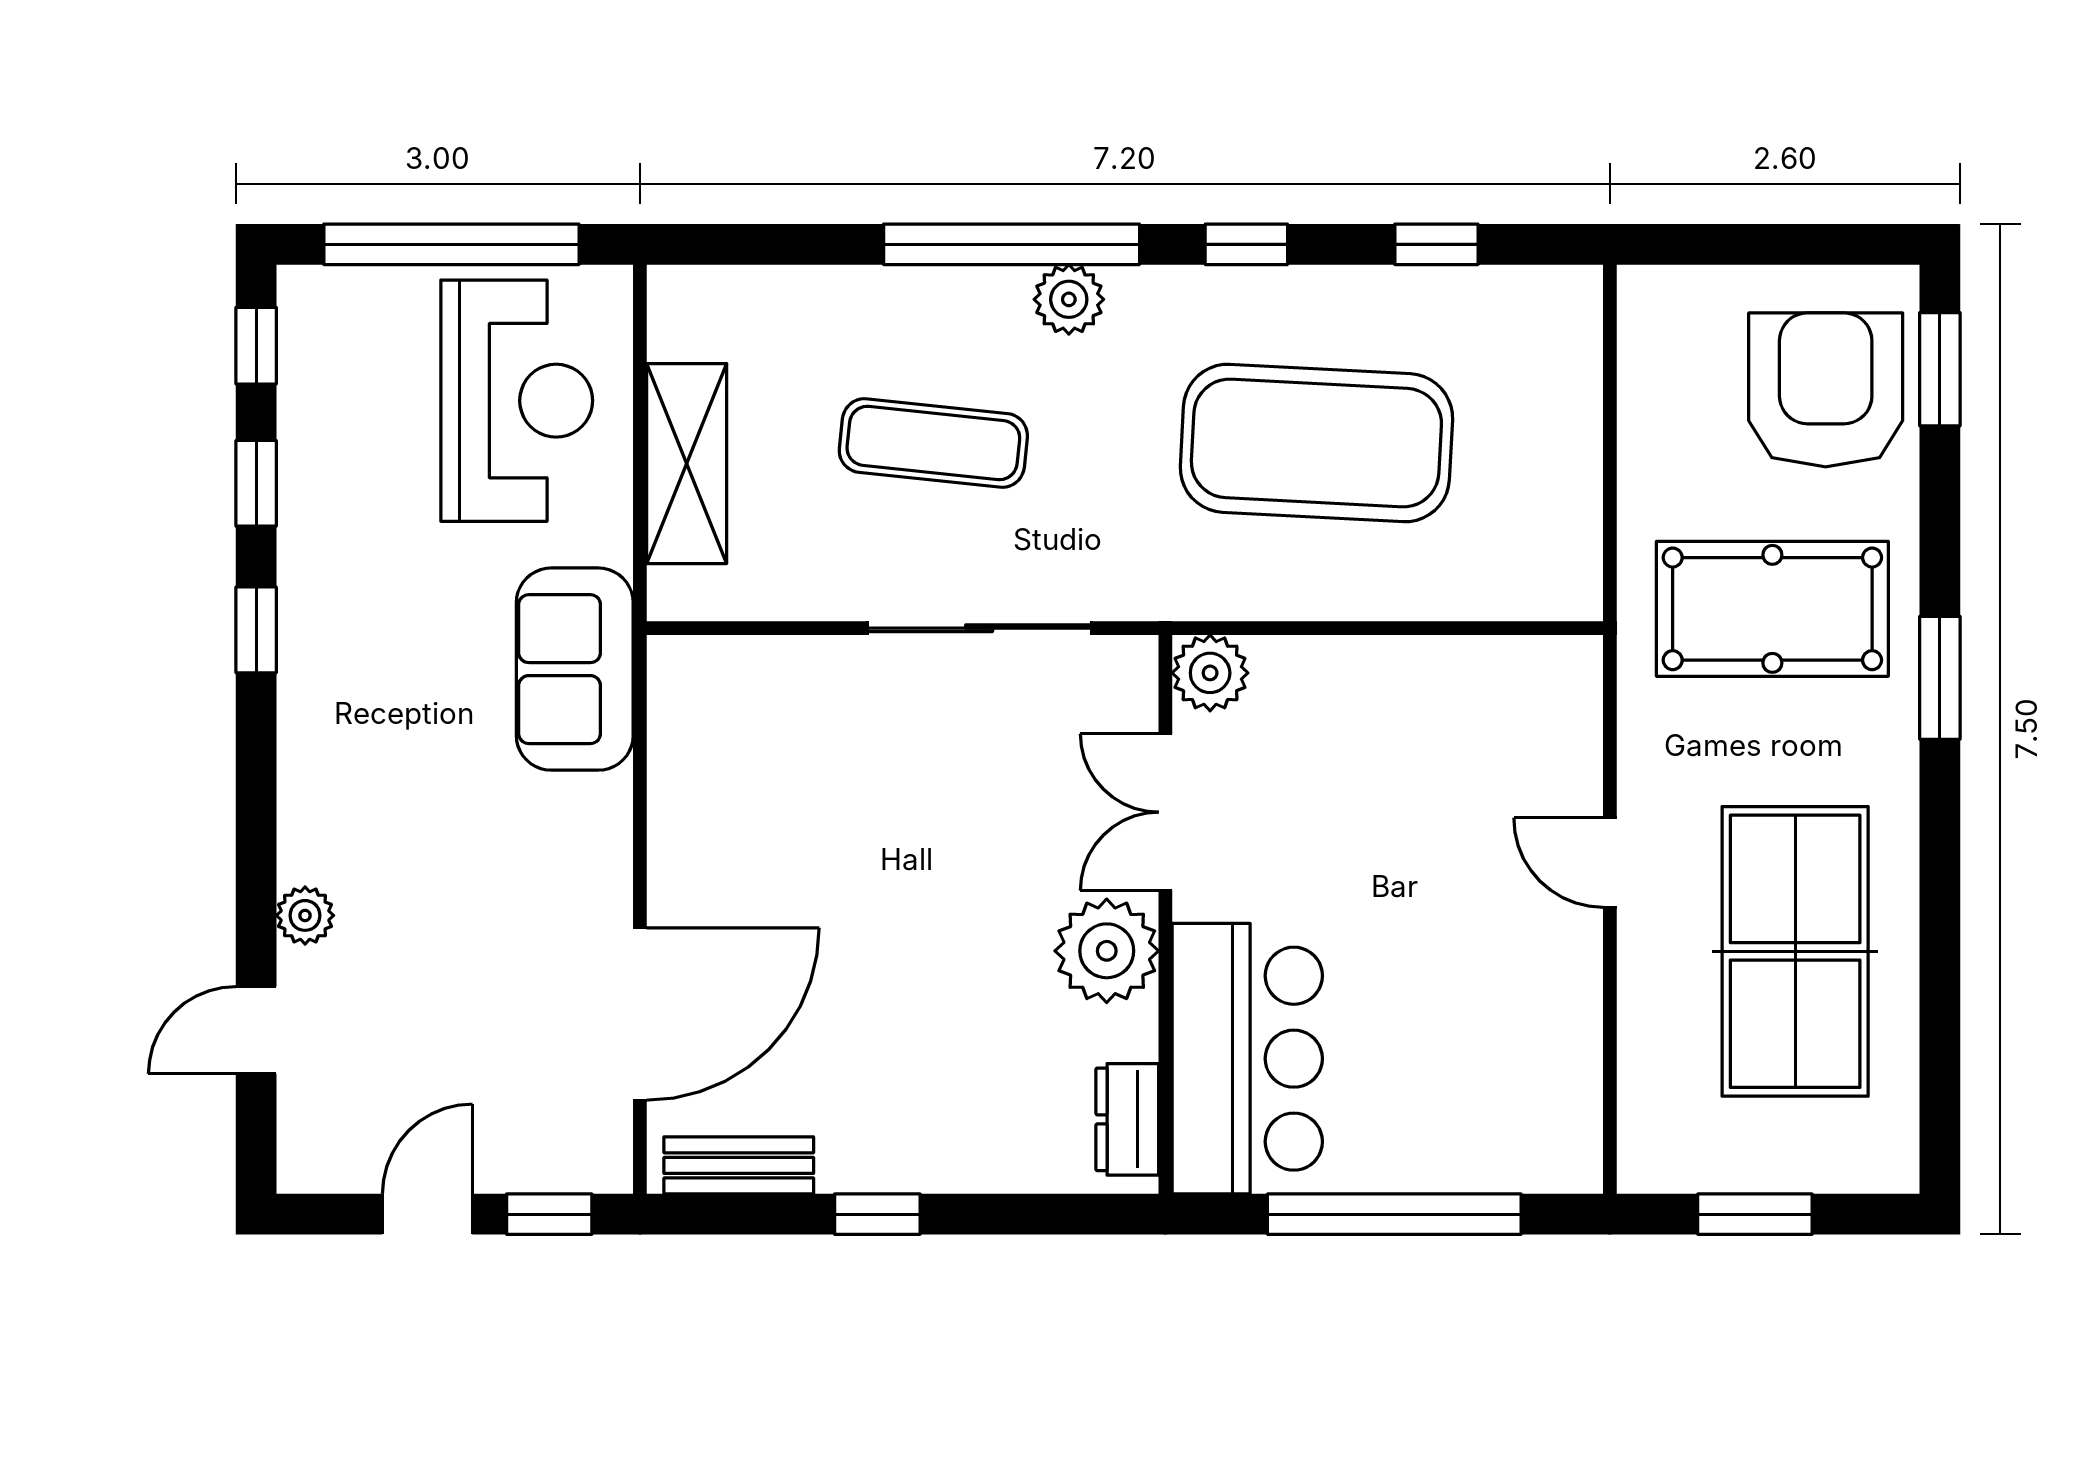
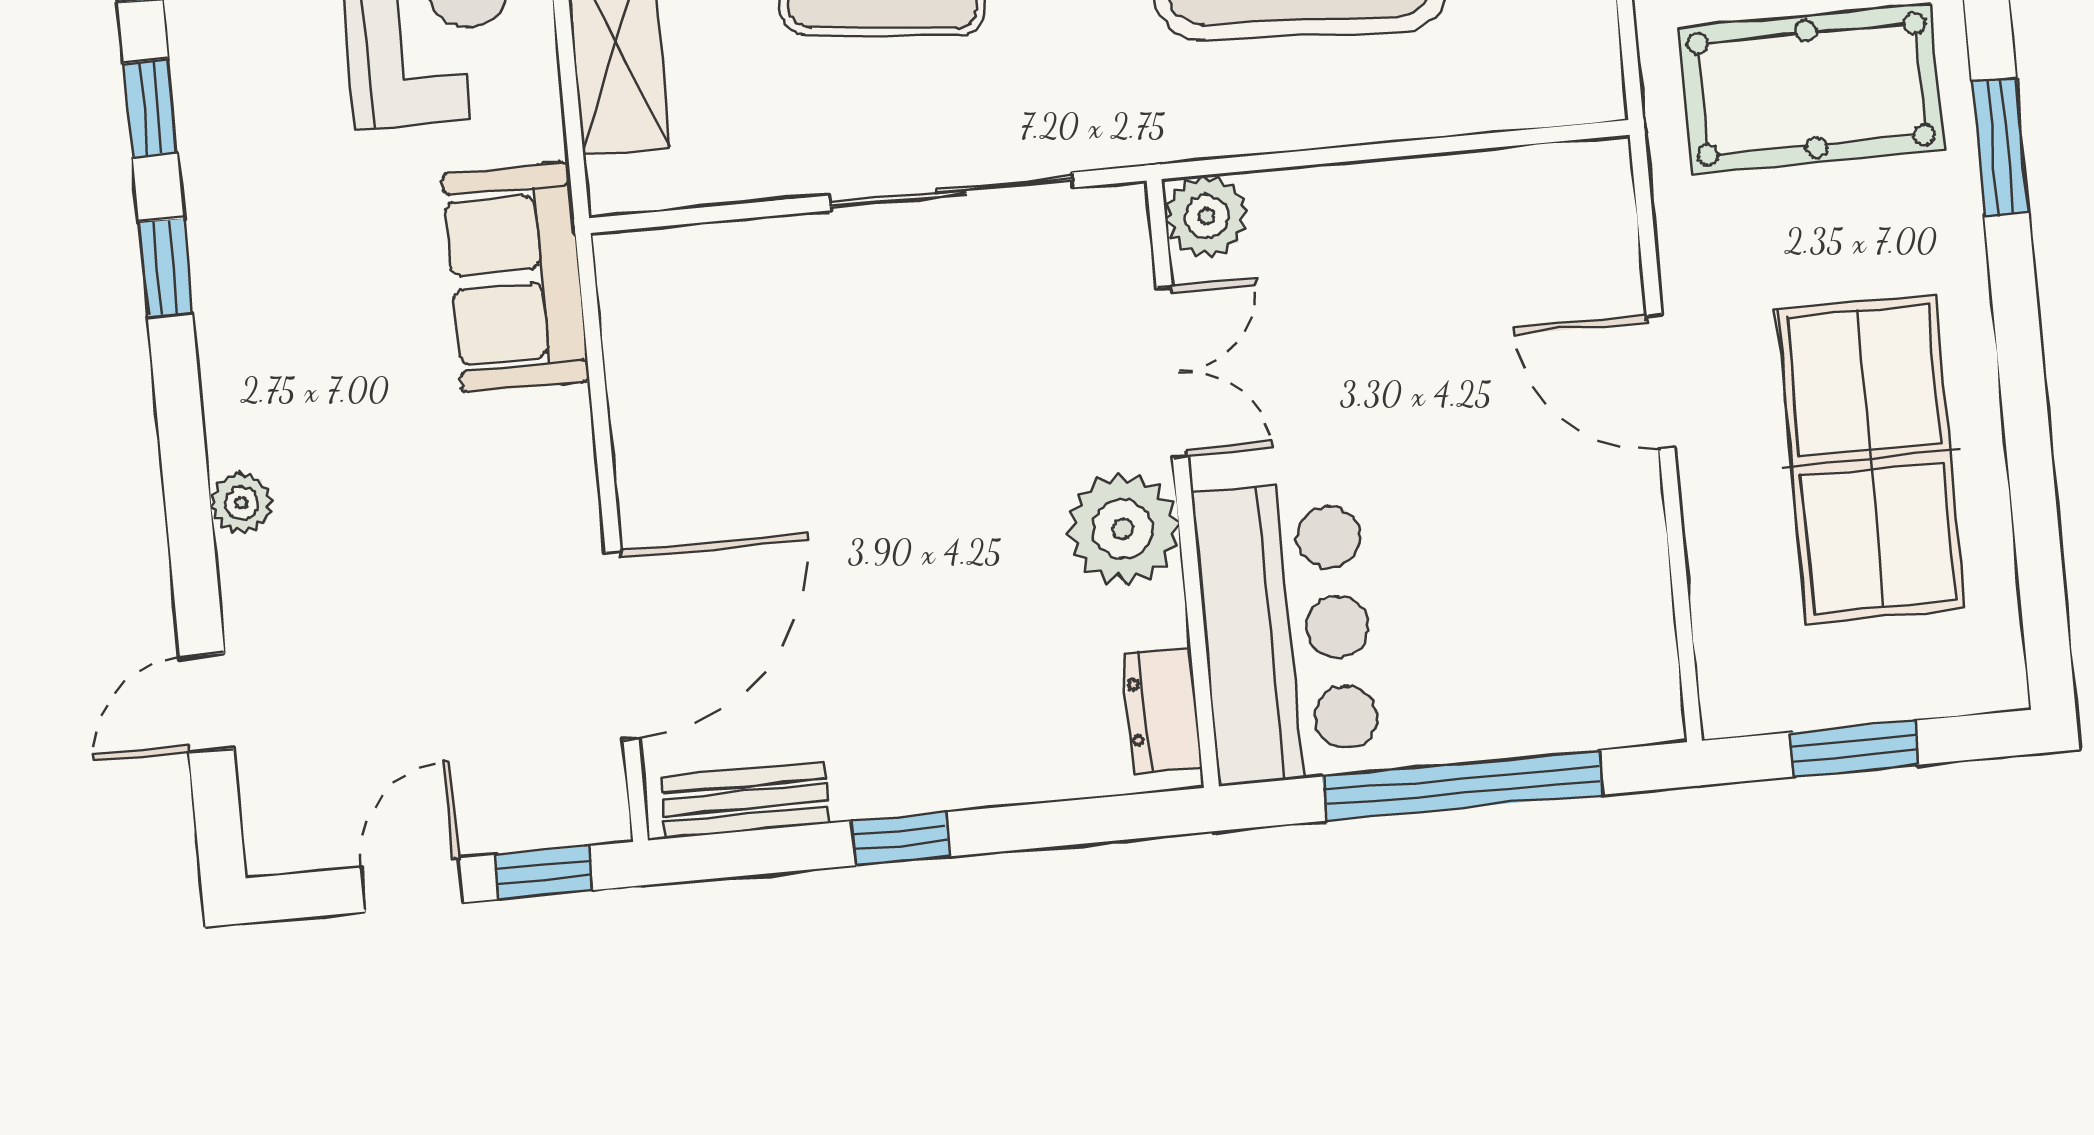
double door: (1165, 812) -> (1172, 372), swing flipped
door: (1610, 863) -> (1660, 381), width x1.38
plant: (305, 915) -> (241, 503), moved

